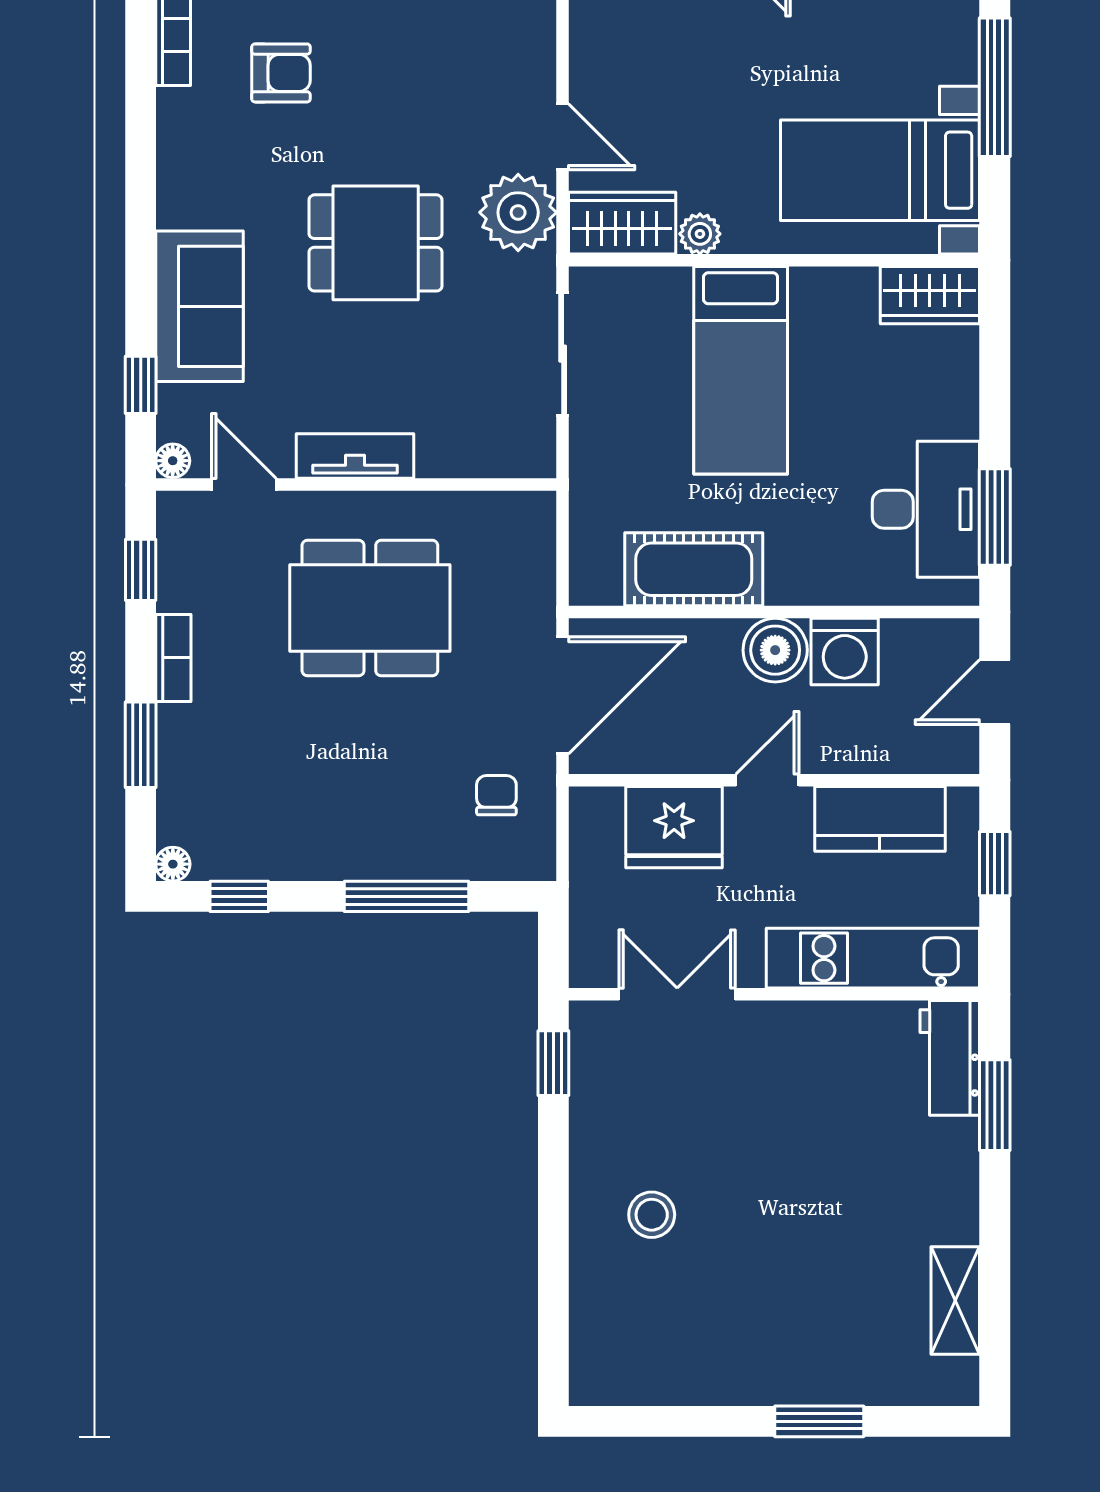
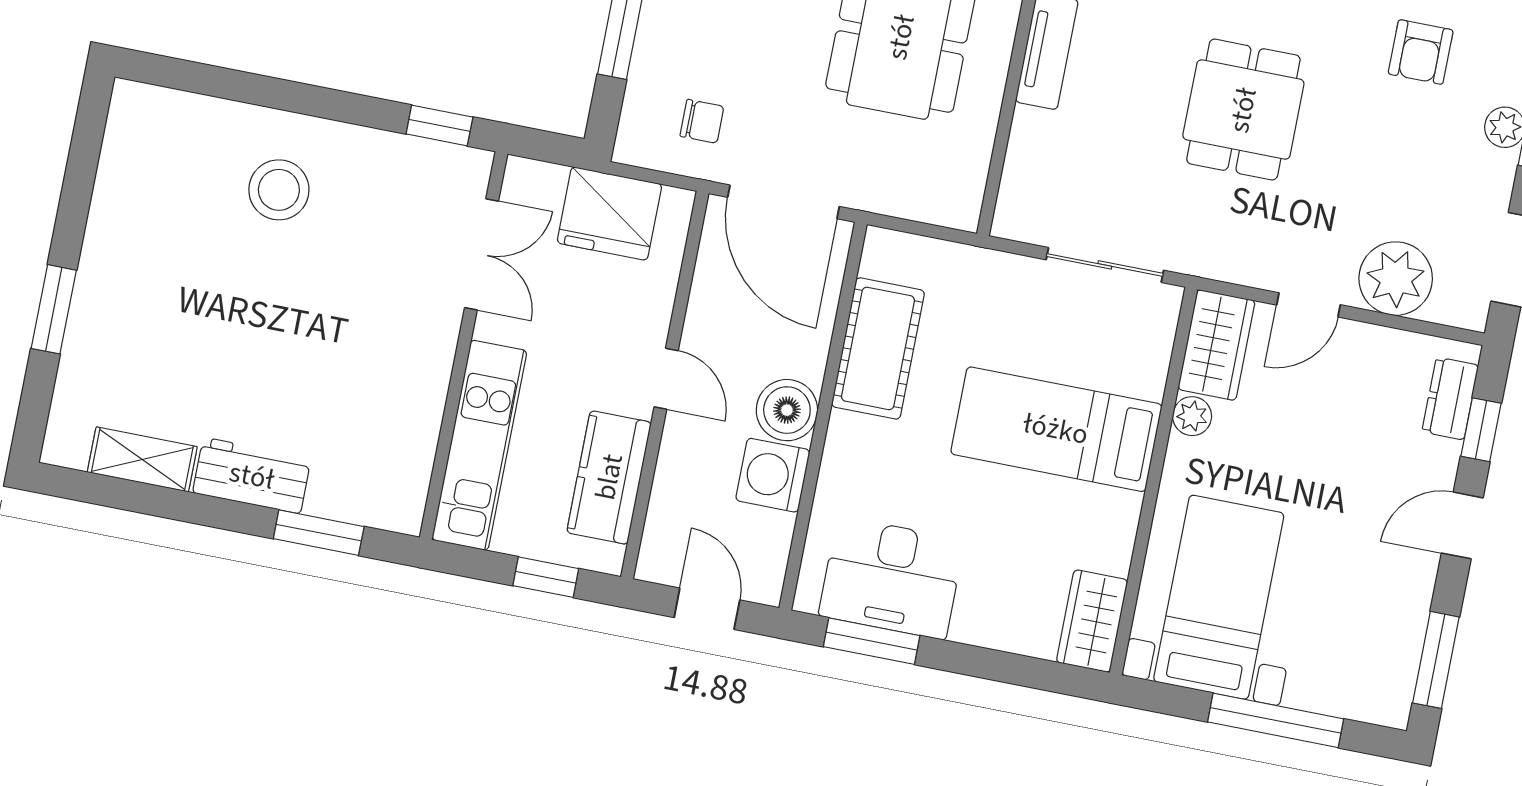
plant: (518, 212) -> (1396, 279), moved
fridge: (674, 827) -> (609, 214), moved, turned -90
workbench: (950, 1058) -> (252, 476), moved
stool: (652, 1215) -> (279, 190), width x1.38, depth x1.38

